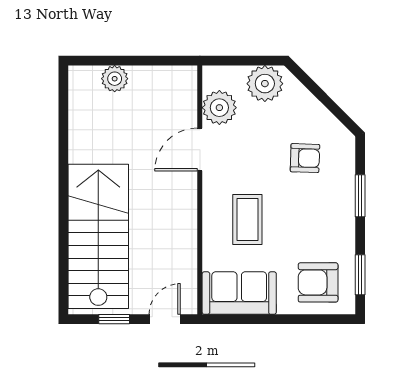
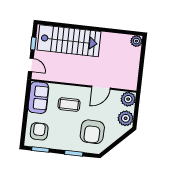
plant: (115, 79) -> (136, 41), moved
plant: (219, 108) -> (128, 99), moved
door: (200, 149) -> (101, 88), swing flipped
armchair: (305, 158) -> (92, 132), width x1.88, depth x1.88

